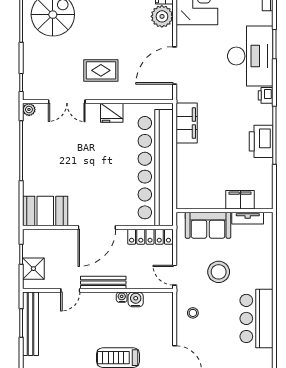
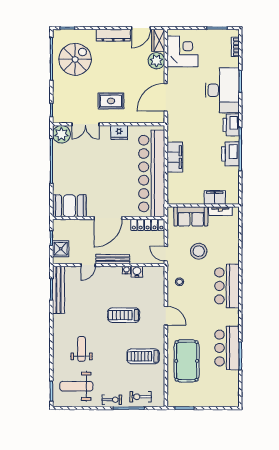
printer: (266, 95) -> (231, 125), width x1.87, depth x1.48
plant: (29, 110) -> (61, 134), width x1.88, depth x1.88
filing cabinet: (187, 123) -> (175, 157), moved

